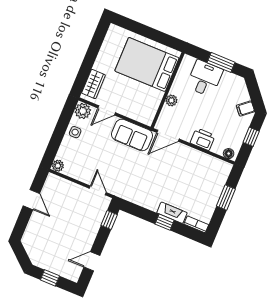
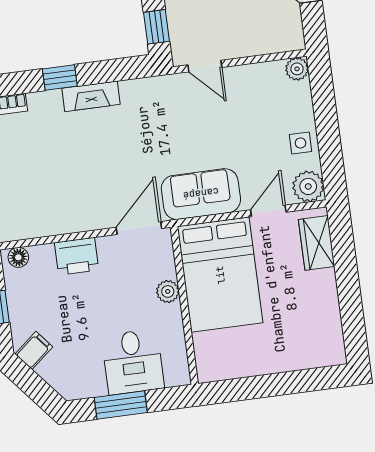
bed: (147, 64) -> (220, 275), moved, turned 90
fireplace: (172, 213) -> (91, 96), moved

